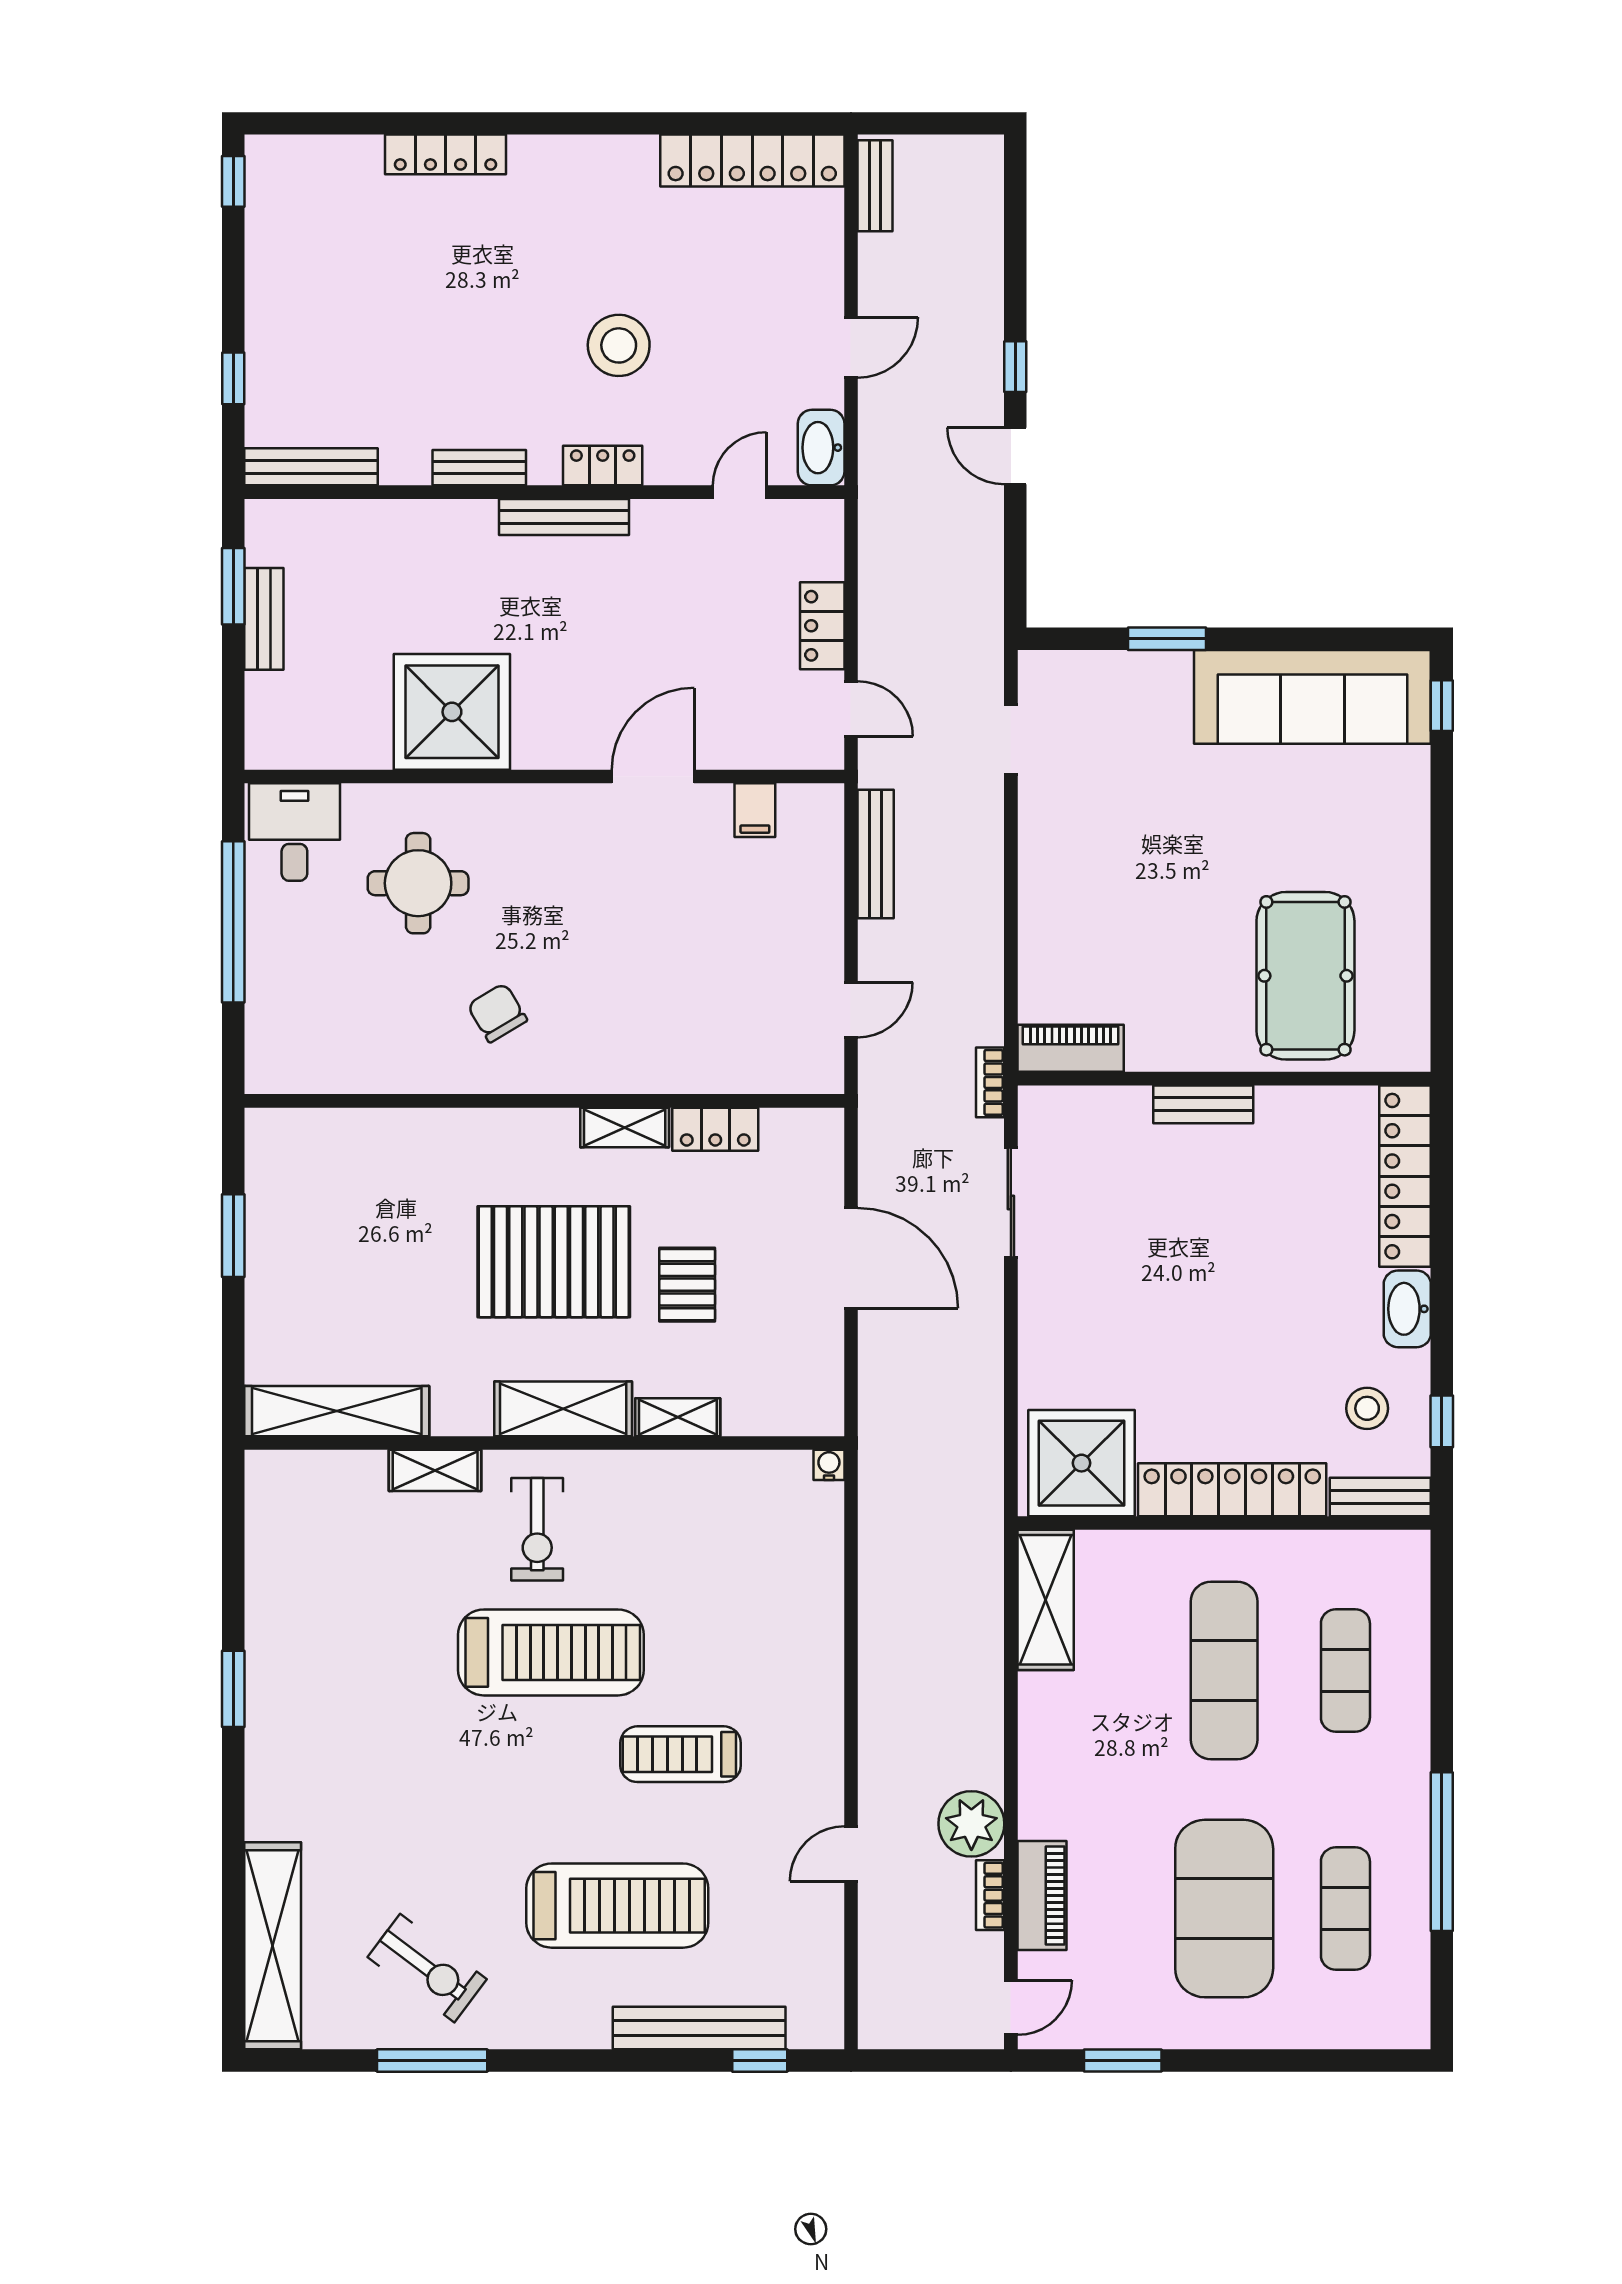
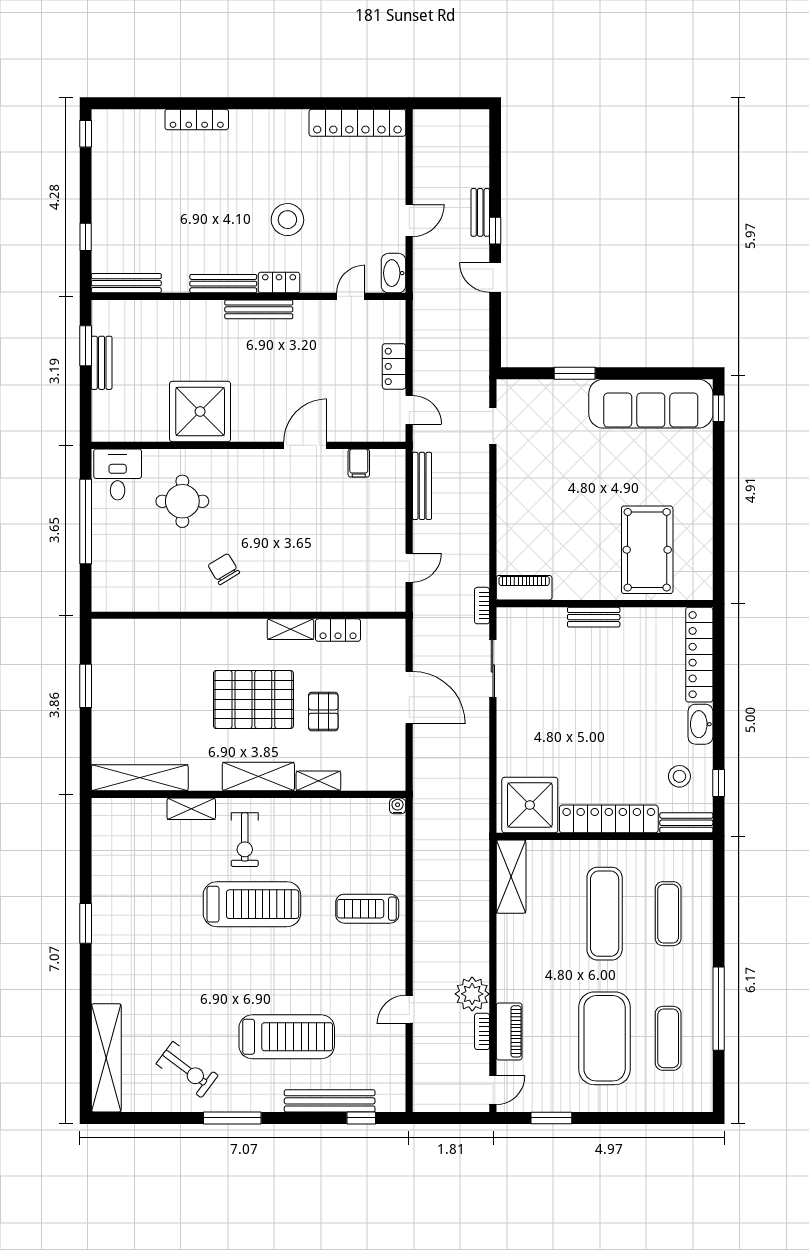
bench: (875, 186) -> (480, 212), moved
bench: (479, 468) -> (223, 284), width x1.36
treadmill: (681, 1754) -> (367, 909), moved
window: (432, 2061) -> (232, 1118), moved

